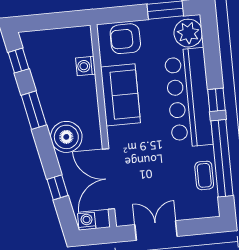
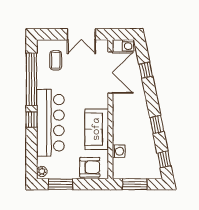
window: (58, 20) -> (135, 184), added
plant: (188, 33) -> (42, 172), width x0.53, depth x0.53
window: (34, 110) -> (157, 124), width x0.67
boiler: (66, 137) -> (136, 104), removed
coffee table: (204, 175) -> (56, 60), moved

